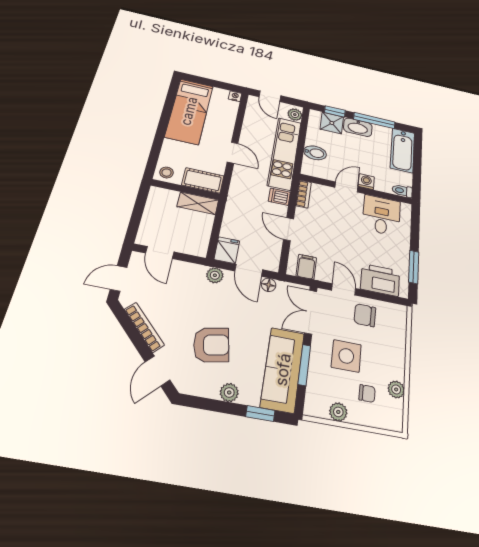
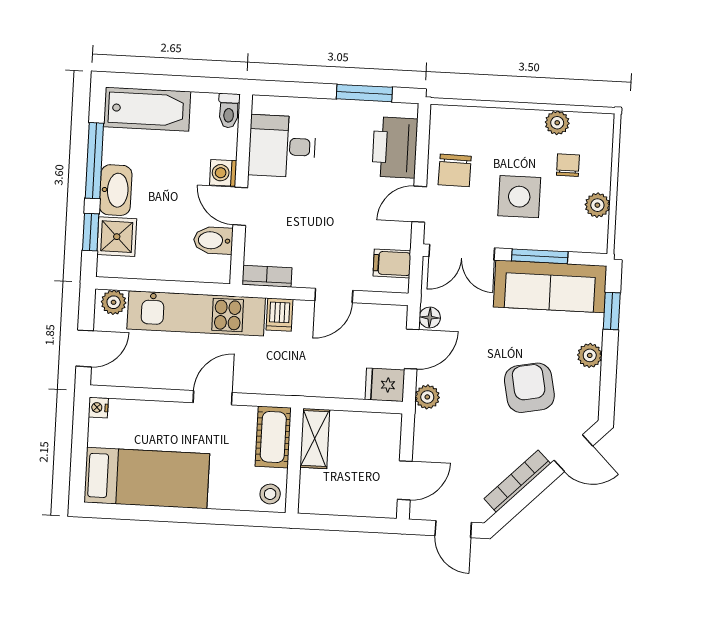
bidet: (315, 153) -> (213, 240), moved, turned -90

